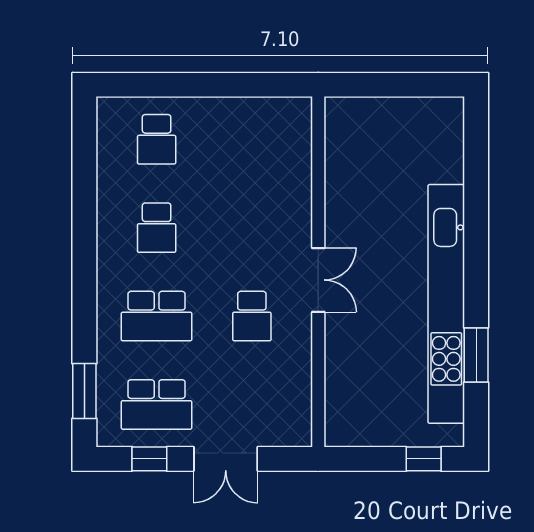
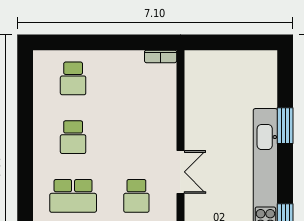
bookcase: (288, 106) -> (161, 56), added
window: (476, 210) -> (285, 126), added

